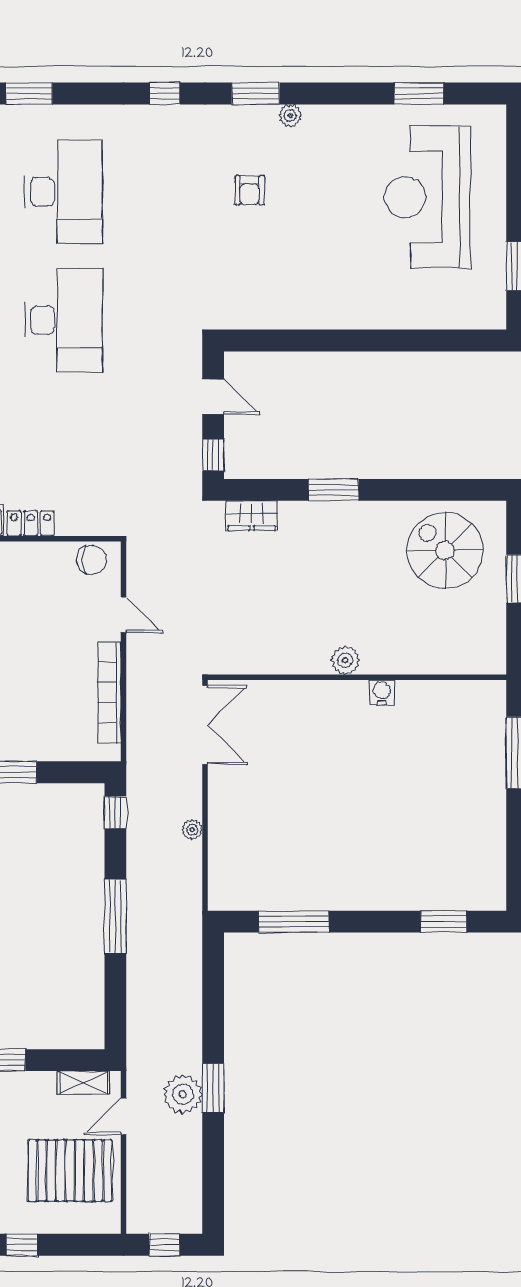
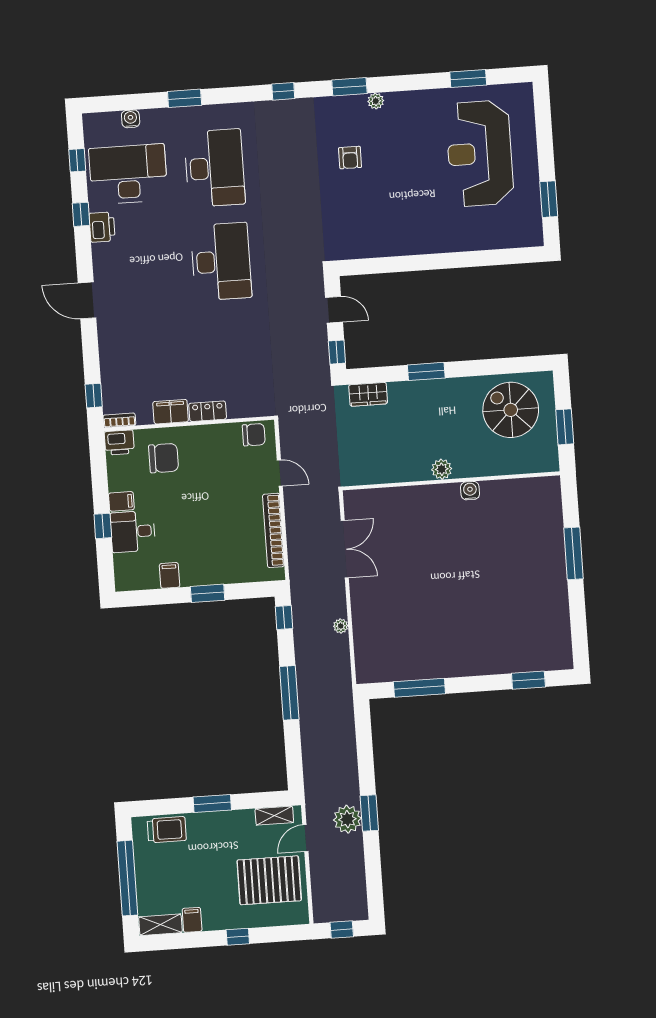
plant: (345, 660) -> (442, 469), moved
wall: (357, 677) -> (451, 481), moved
water cooler: (382, 692) -> (470, 491), moved

